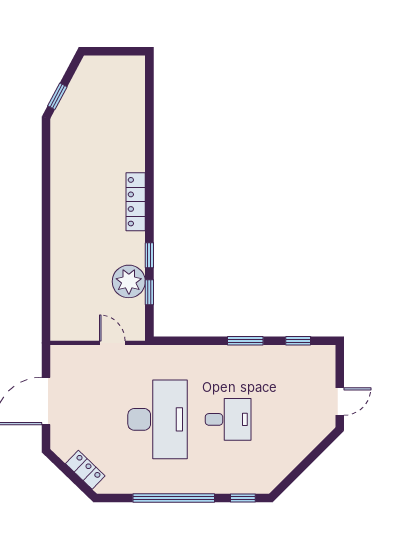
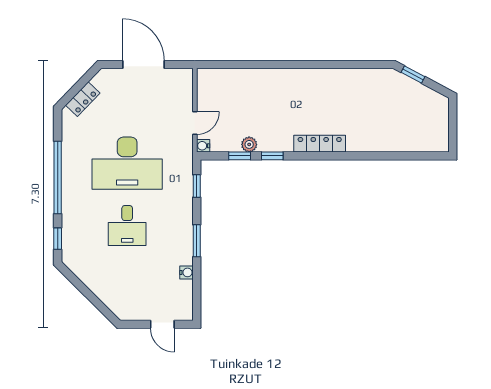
plant: (129, 281) -> (249, 144), width x0.53, depth x0.53
water cooler: (138, 333) -> (203, 146), added
window: (298, 341) -> (197, 186), moved
water cooler: (281, 352) -> (186, 272), added
door: (340, 402) -> (162, 324), moved

